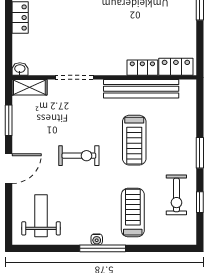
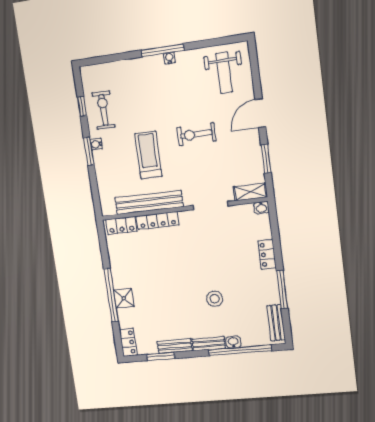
locker: (142, 68) -> (158, 221), width x1.53
water cooler: (190, 159) -> (96, 144), added
treadmill: (133, 213) -> (140, 88), removed

